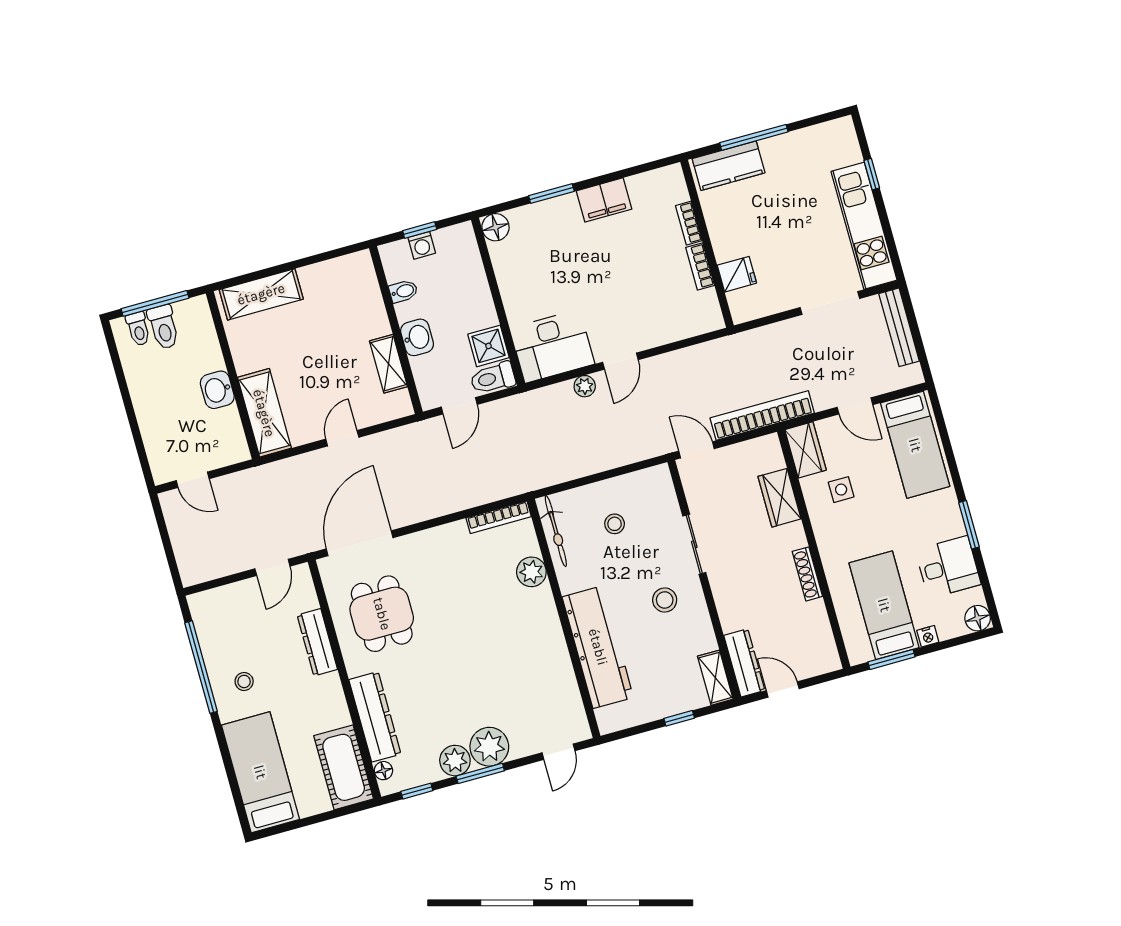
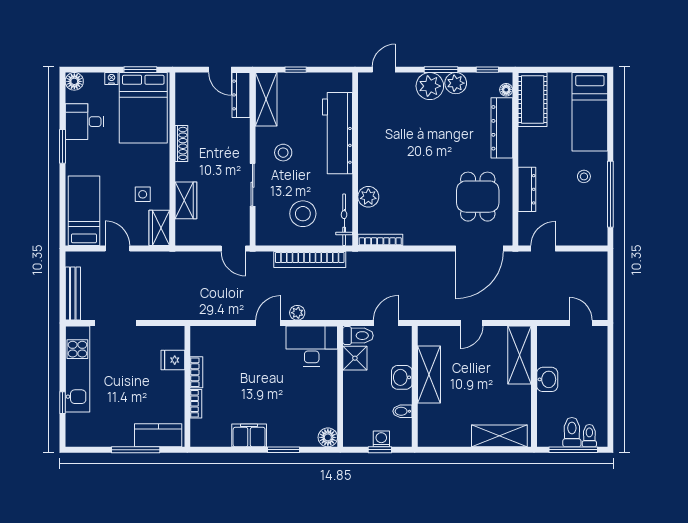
shelving: (389, 364) -> (429, 374), width x1.50, depth x1.33
bookcase: (762, 415) -> (310, 259), moved
stool: (615, 524) -> (303, 214), width x1.89, depth x1.89
bed: (884, 605) -> (143, 108), width x1.50
shelving: (715, 678) -> (266, 99), width x1.50, depth x1.33

